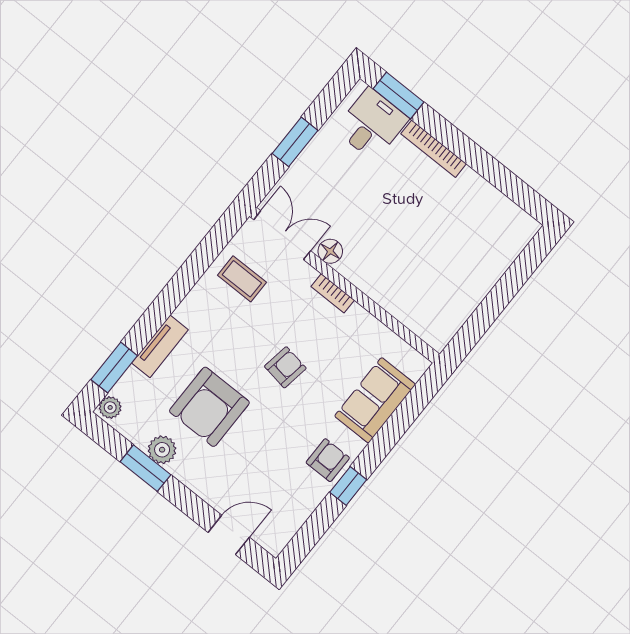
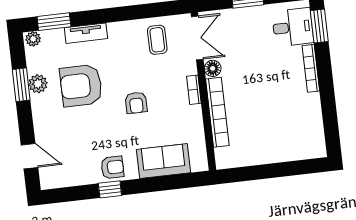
bookcase: (381, 293) -> (217, 112), added
armchair: (285, 367) -> (136, 103), turned 81

